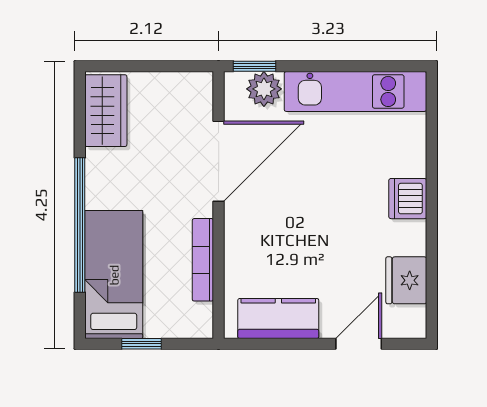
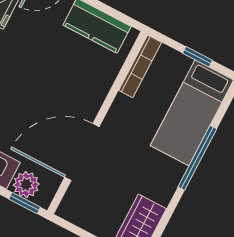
window: (80, 225) -> (197, 158), width x0.68
bookcase: (203, 260) -> (140, 66), moved

